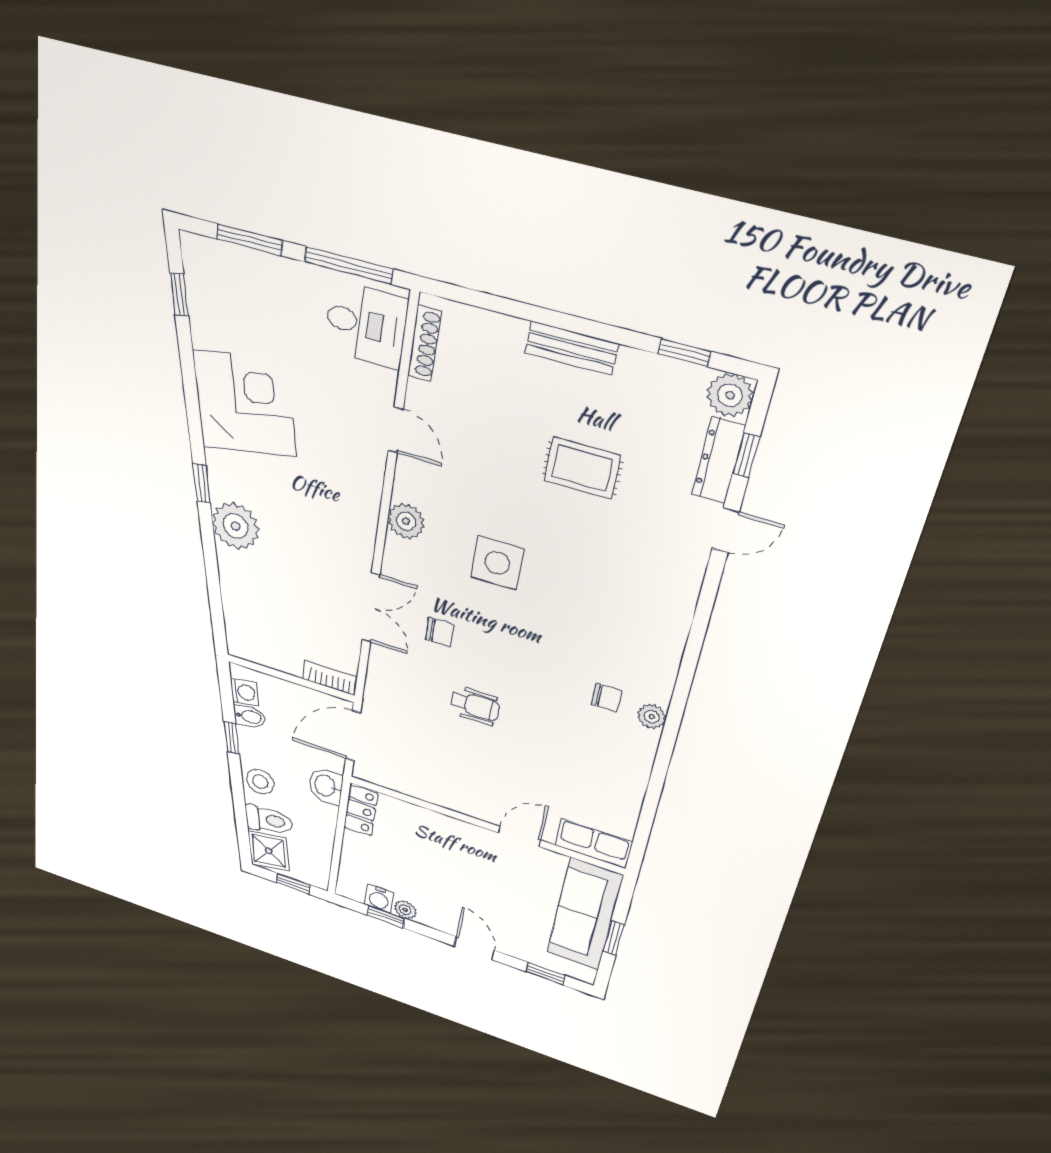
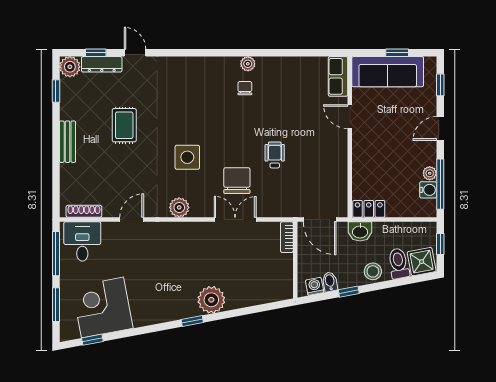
corner desk: (244, 403) -> (102, 307), moved
chair: (440, 632) -> (237, 181), width x1.87, depth x1.87
window: (386, 917) -> (440, 184), width x2.17

